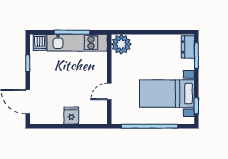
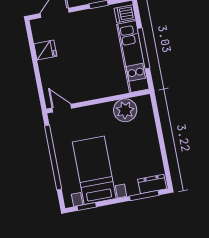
plant: (121, 44) -> (125, 110), moved
door: (109, 92) -> (62, 108), moved
fridge: (71, 115) -> (45, 50), moved

